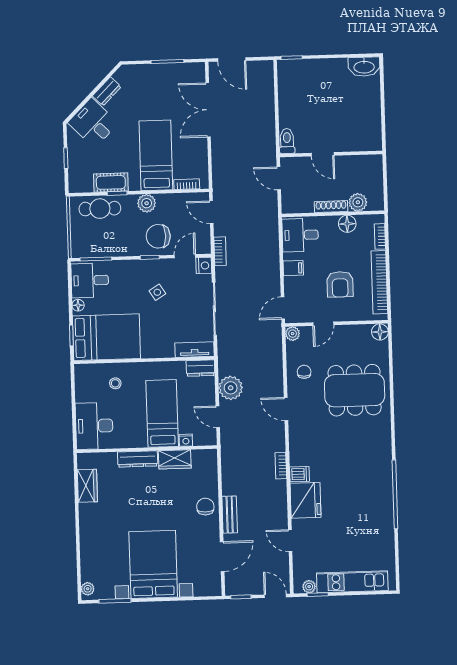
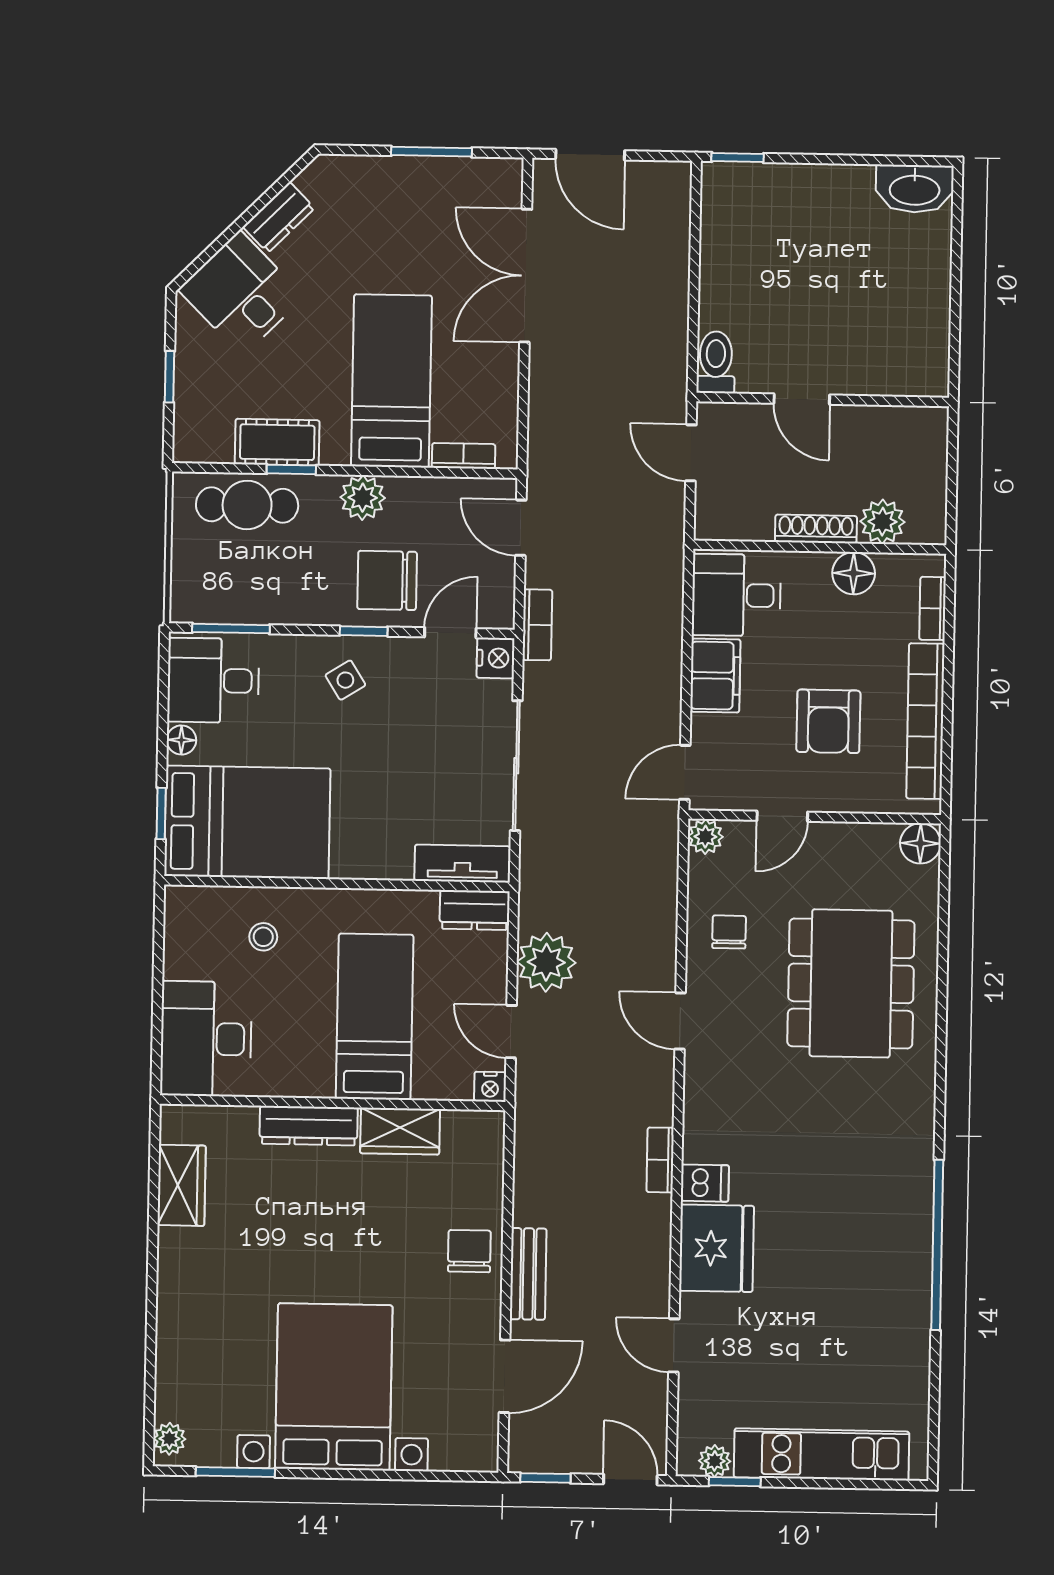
filing cabinet: (293, 268) -> (715, 676), width x2.00
side table: (157, 292) -> (345, 680), moved
dining table: (355, 390) -> (851, 983), turned 90
nightstand: (186, 440) -> (490, 1087), moved

